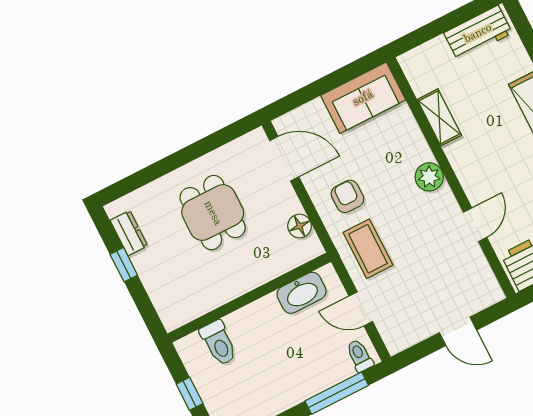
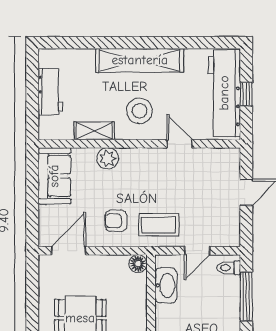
workbench: (478, 33) -> (50, 92), moved
stool: (490, 158) -> (139, 111), added
plant: (429, 177) -> (108, 158), moved
floor lamp: (300, 226) -> (138, 264), moved

